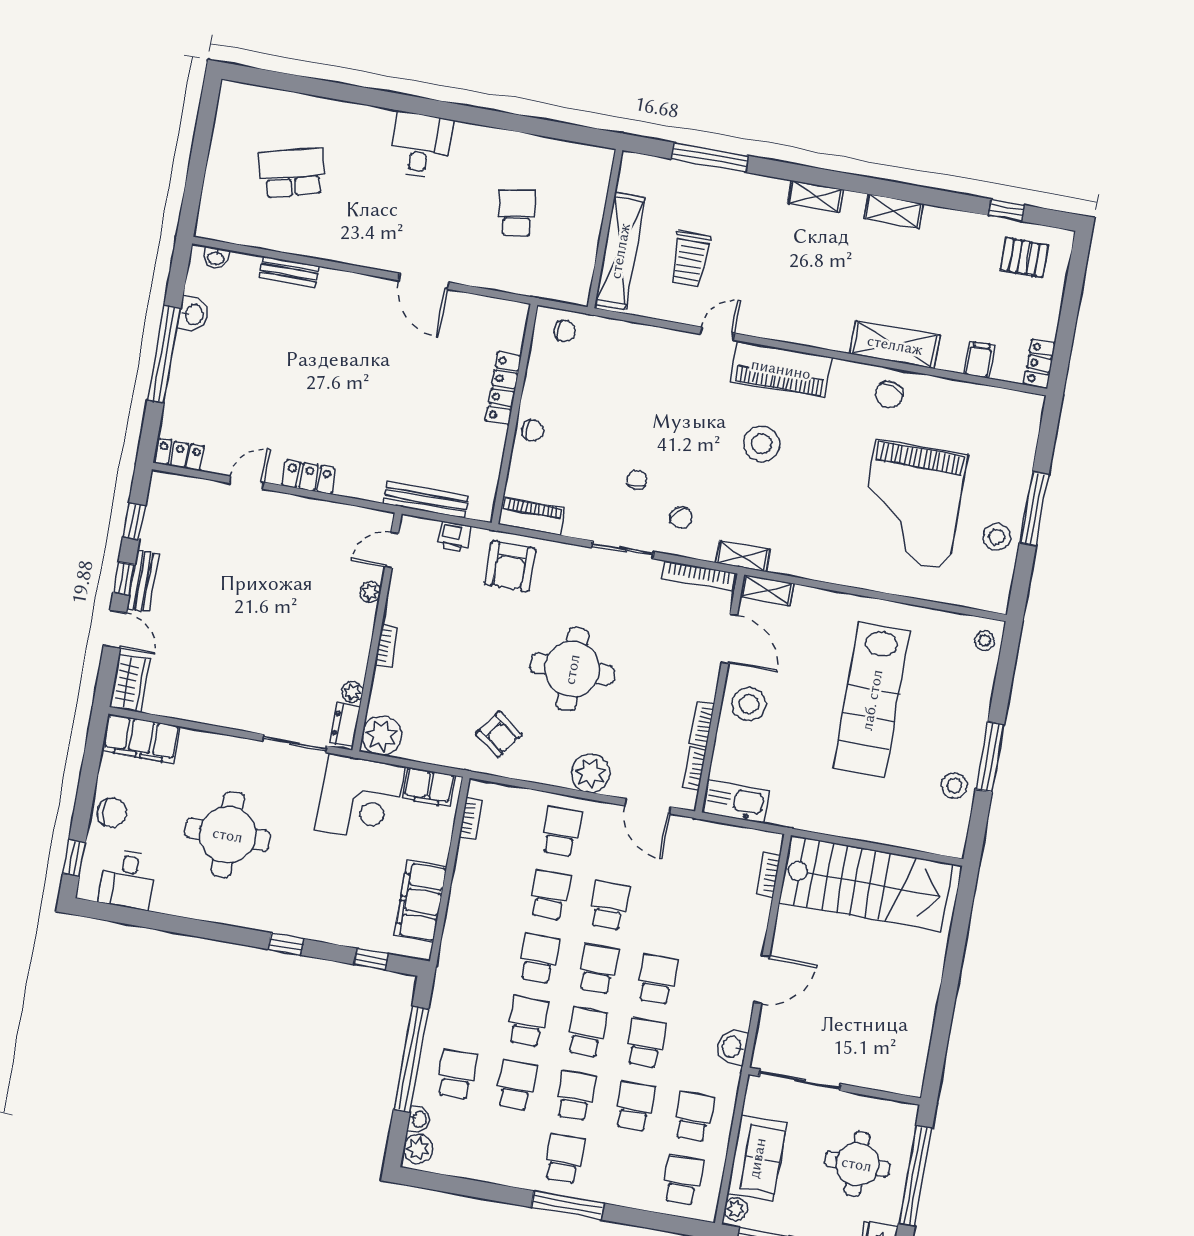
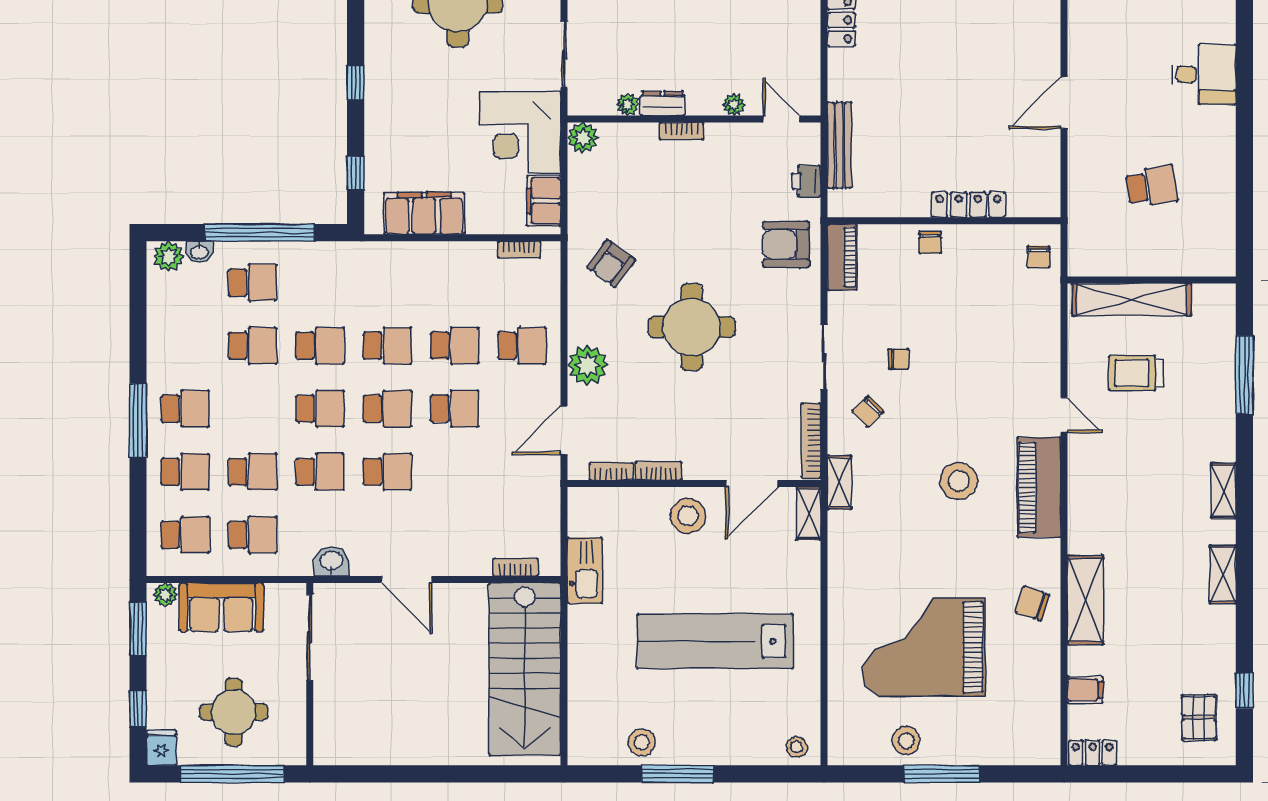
dresser: (345, 725) -> (663, 103), moved
plant: (382, 736) -> (583, 138), width x0.73, depth x0.73
kitchen sink: (736, 802) -> (585, 570), moved
school desk: (575, 1096) -> (185, 472), moved

